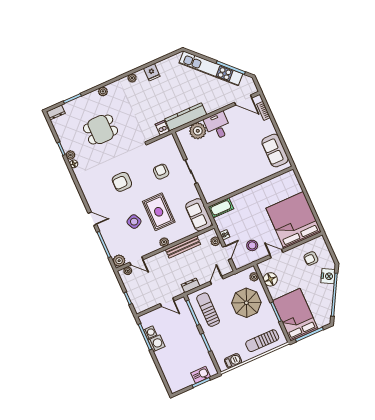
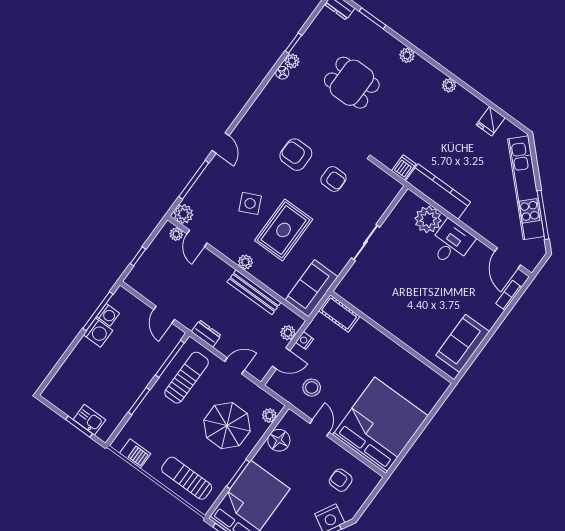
fridge: (152, 72) -> (491, 121), moved
armchair: (161, 172) -> (333, 179), moved, turned 90

